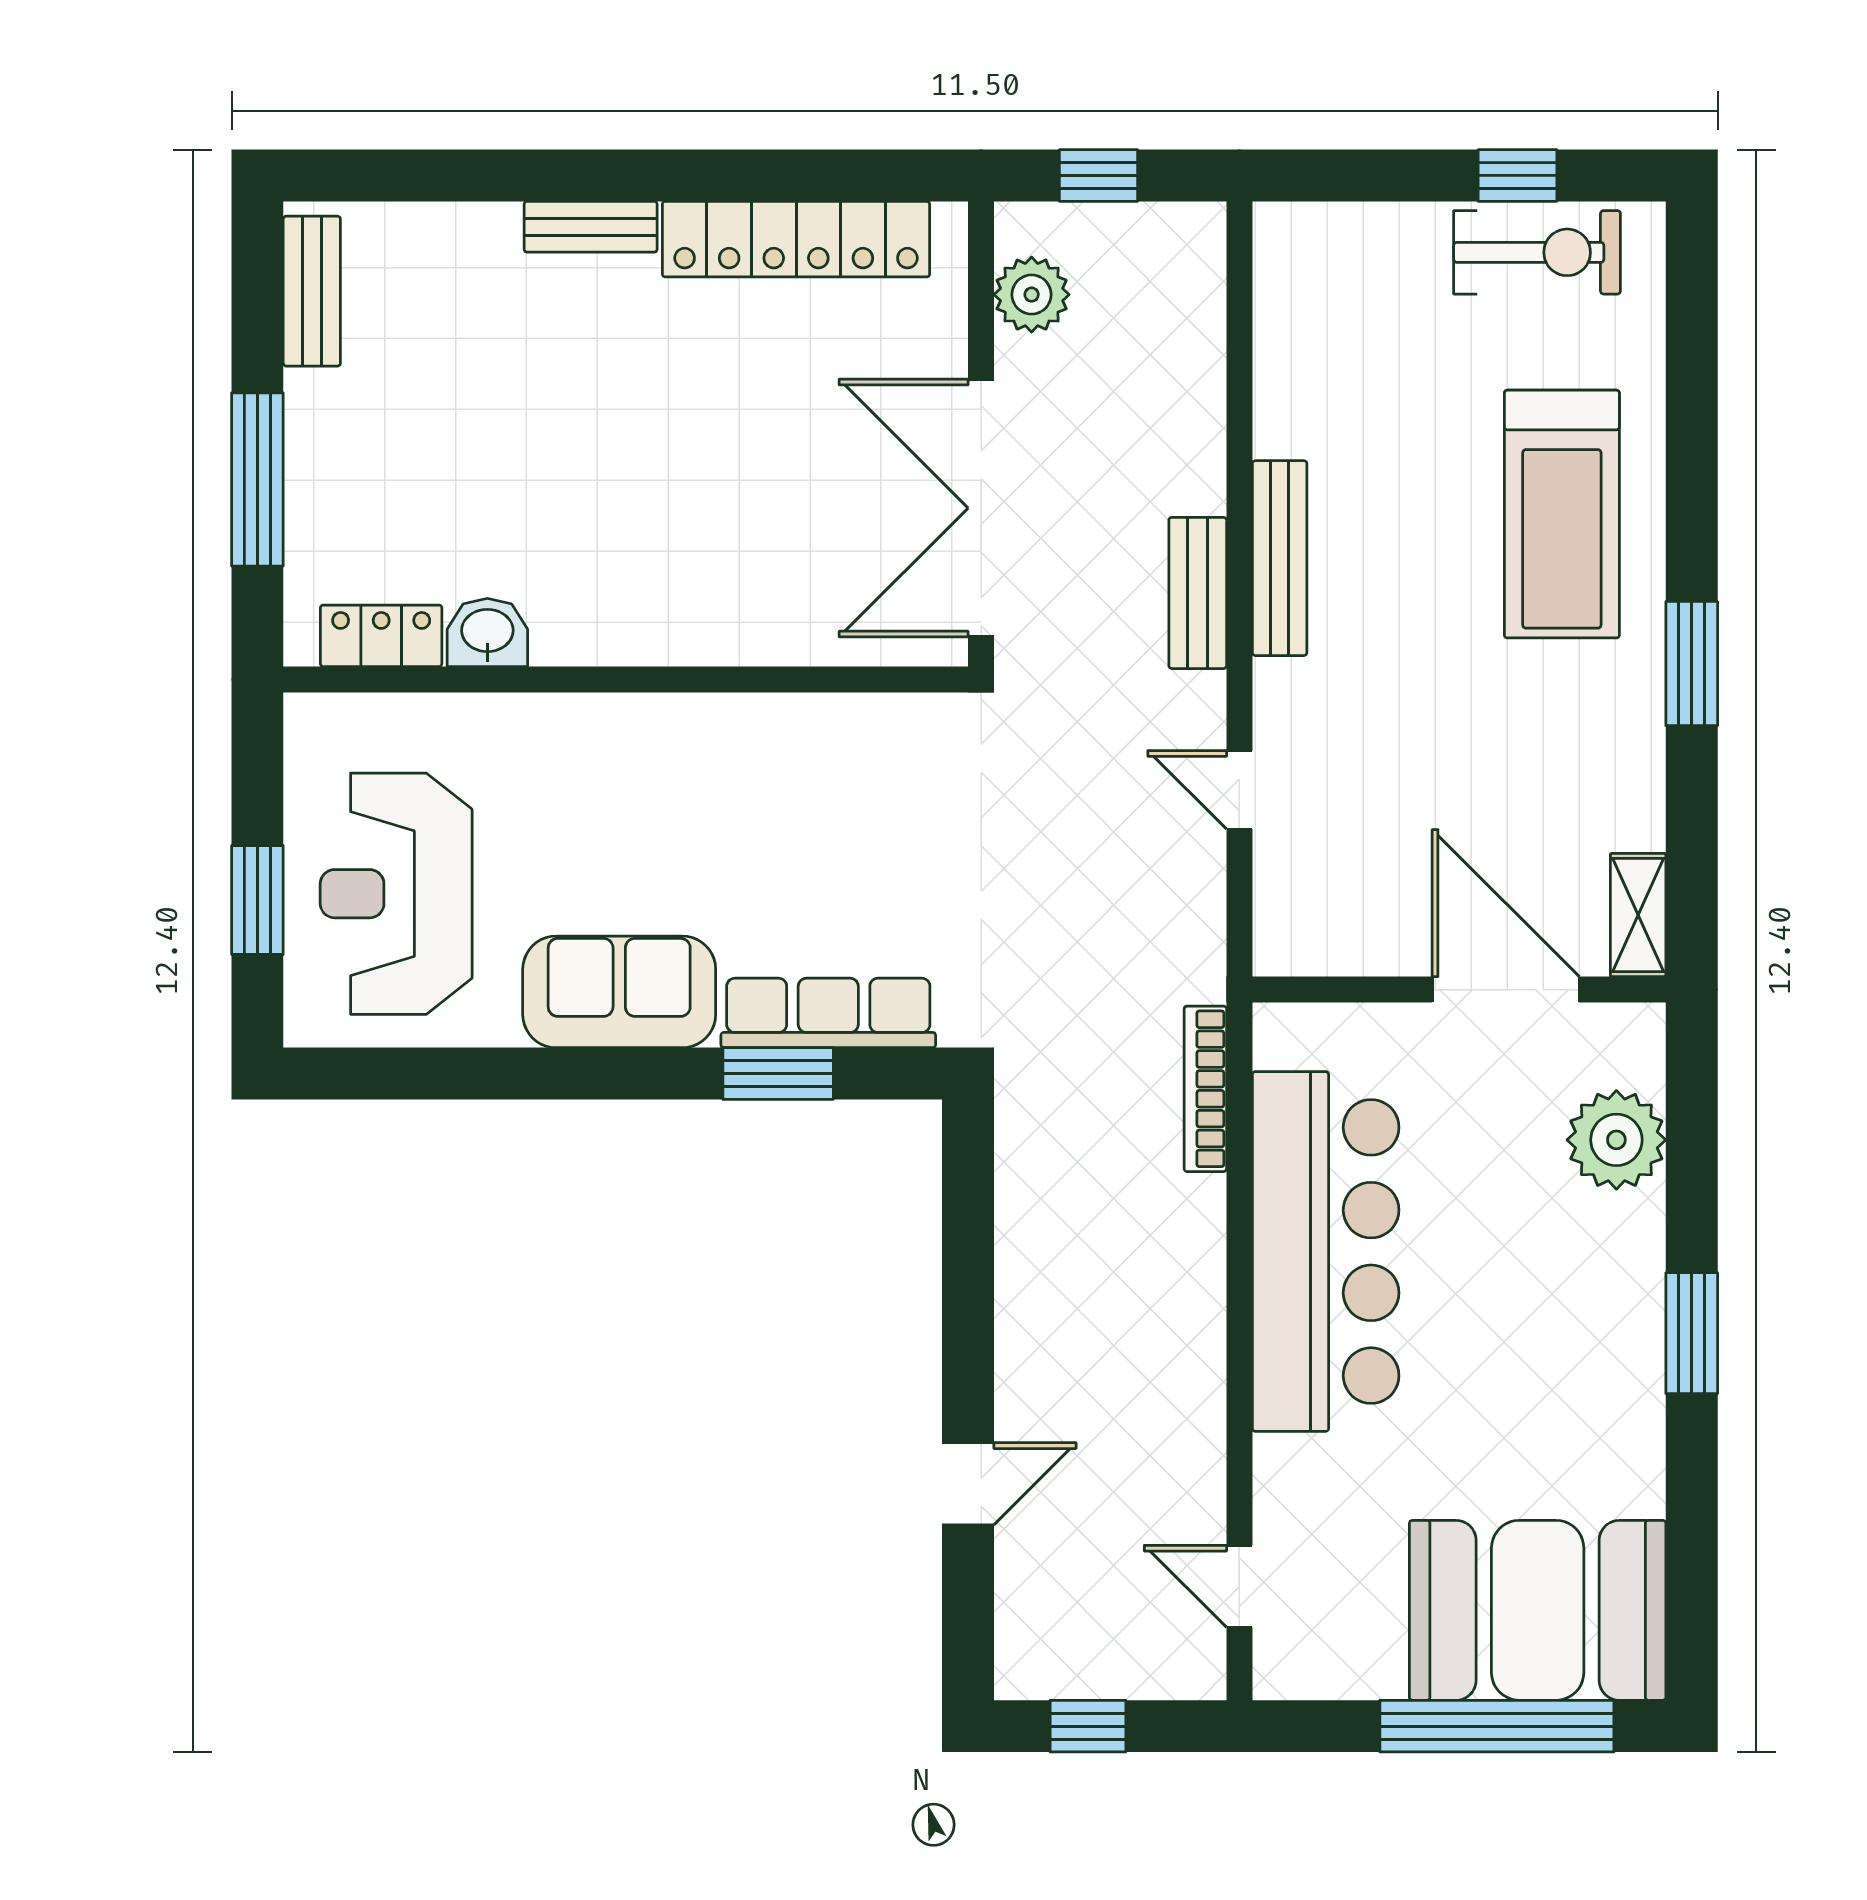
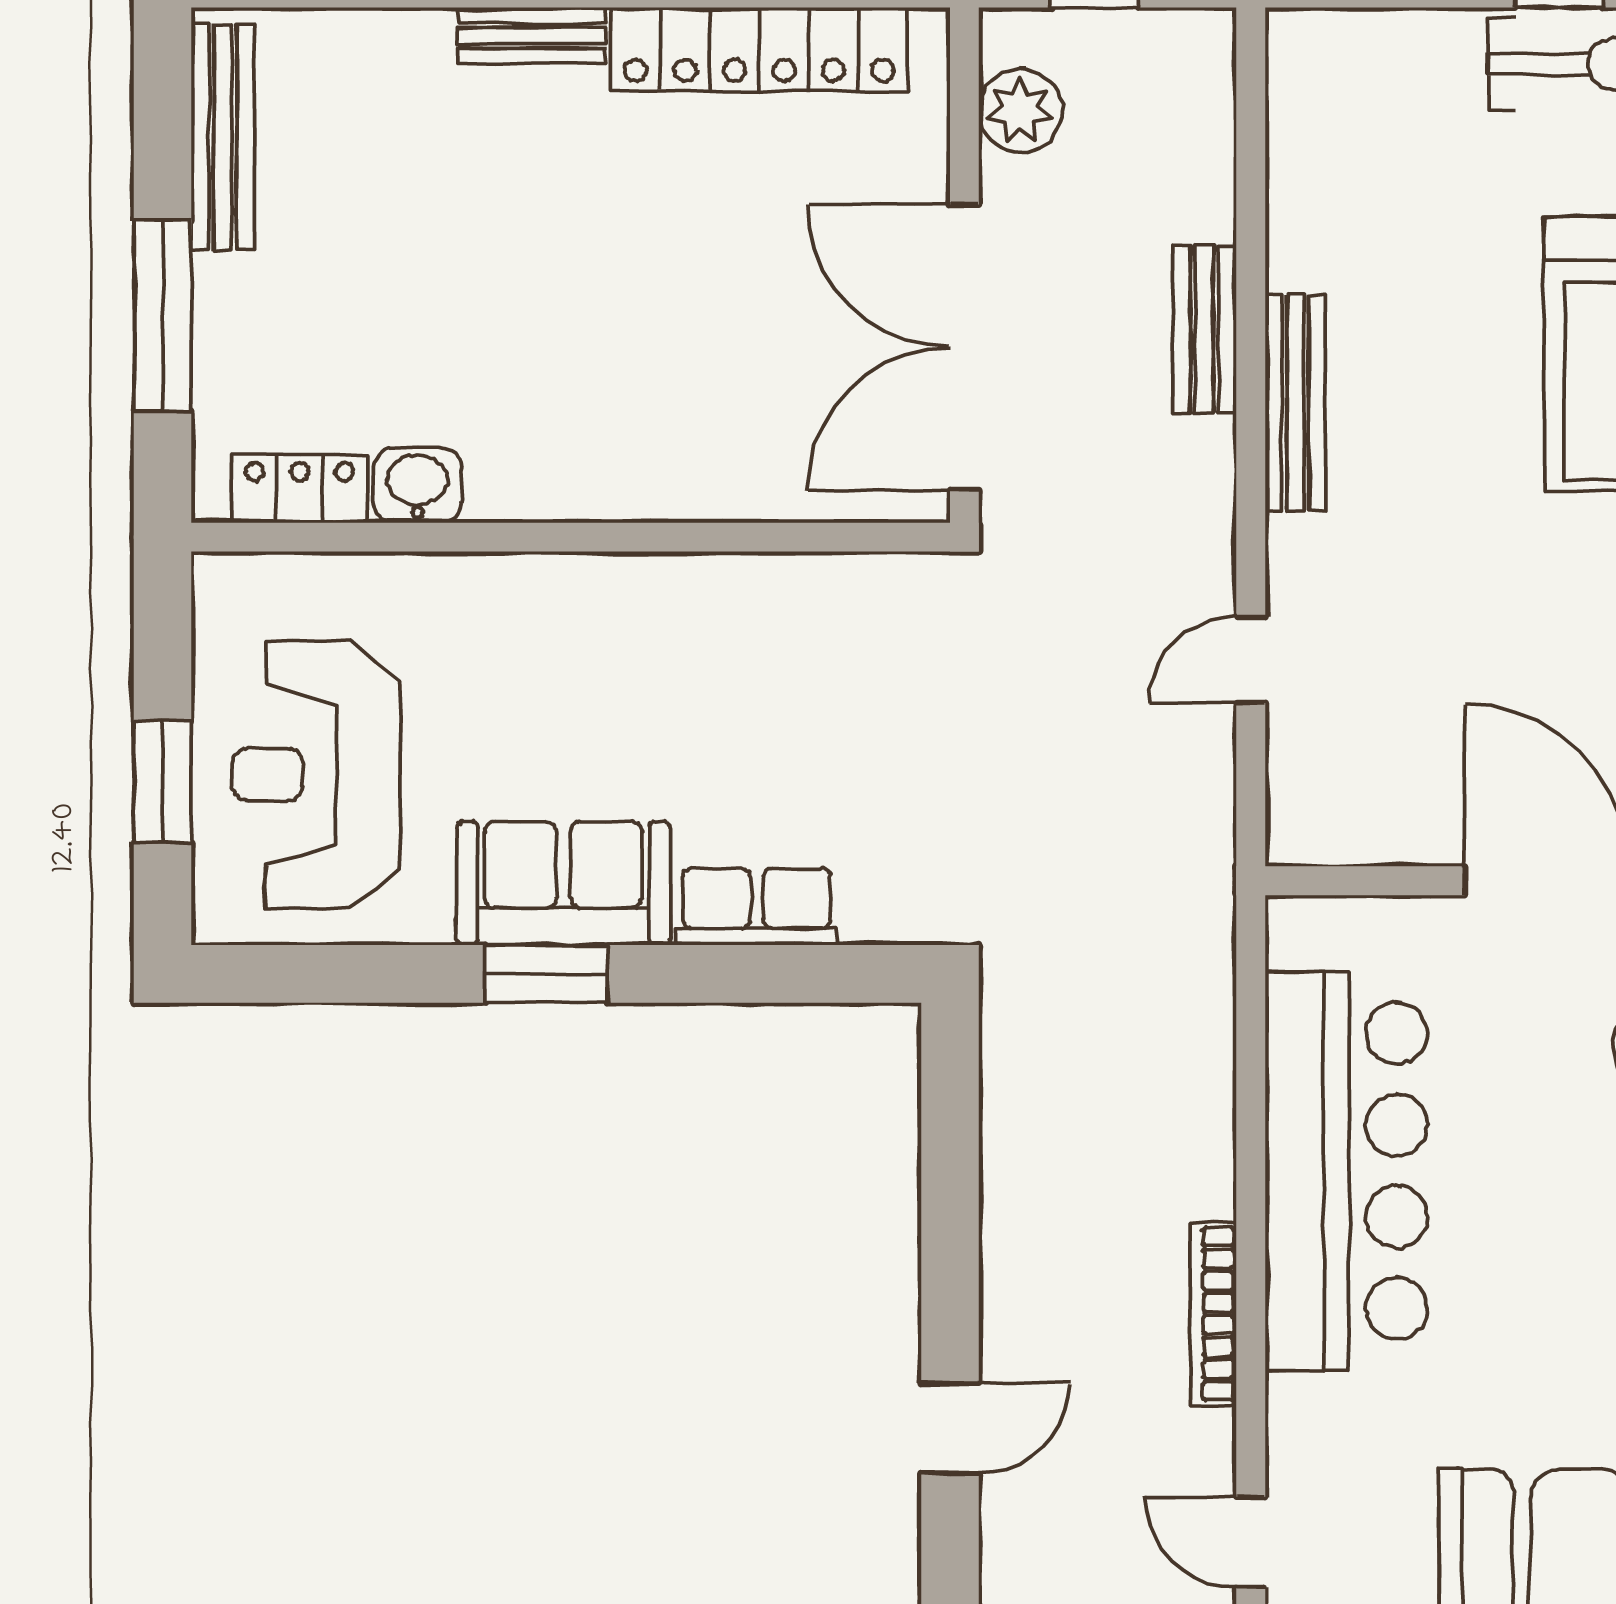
bench: (312, 291) -> (223, 137), width x1.36
bench: (1198, 593) -> (1204, 329), moved
door: (1239, 790) -> (1251, 660), hinge flipped
row of seats: (828, 1013) -> (757, 907), width x0.68
window: (778, 1074) -> (546, 974), moved
bookcase: (1205, 1089) -> (1213, 1314), moved

